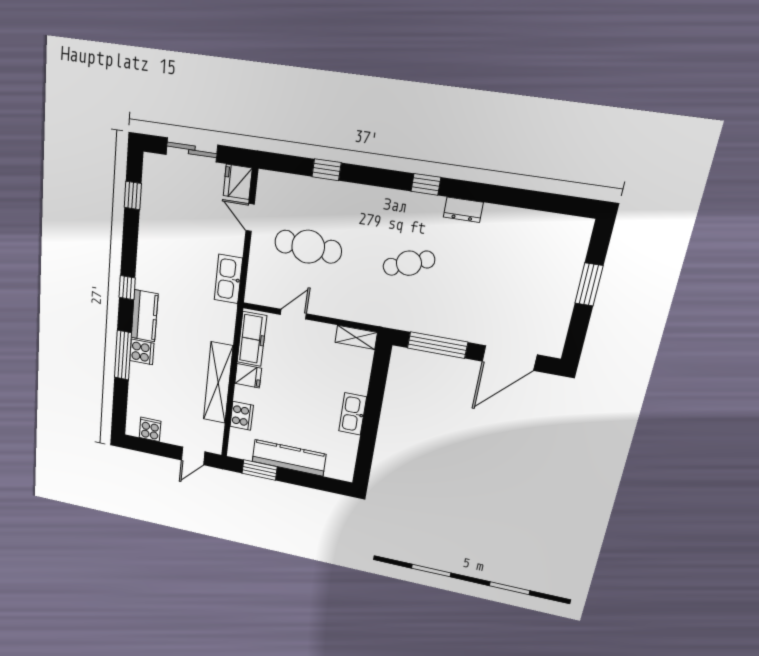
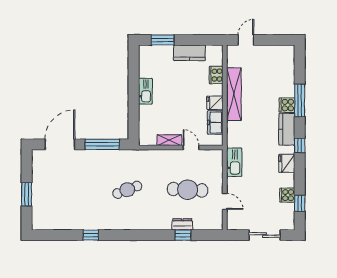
fridge: (238, 182) -> (287, 163), moved, turned 180
window: (426, 184) -> (91, 235), moved
dresser: (463, 210) -> (182, 224), moved
door: (293, 314) -> (191, 148), swing flipped
shelving: (356, 337) -> (169, 140), moved
freezer: (252, 339) -> (215, 122), width x0.71
cooker: (150, 429) -> (287, 195), moved, turned 90
kitchen counter: (289, 458) -> (190, 53), width x0.67
window: (260, 470) -> (163, 40), moved

